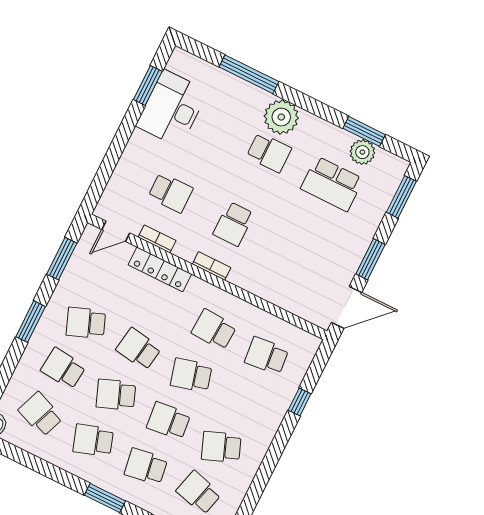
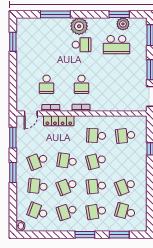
desk: (172, 108) -> (29, 47), removed
school desk: (170, 193) -> (47, 84), turned 90

